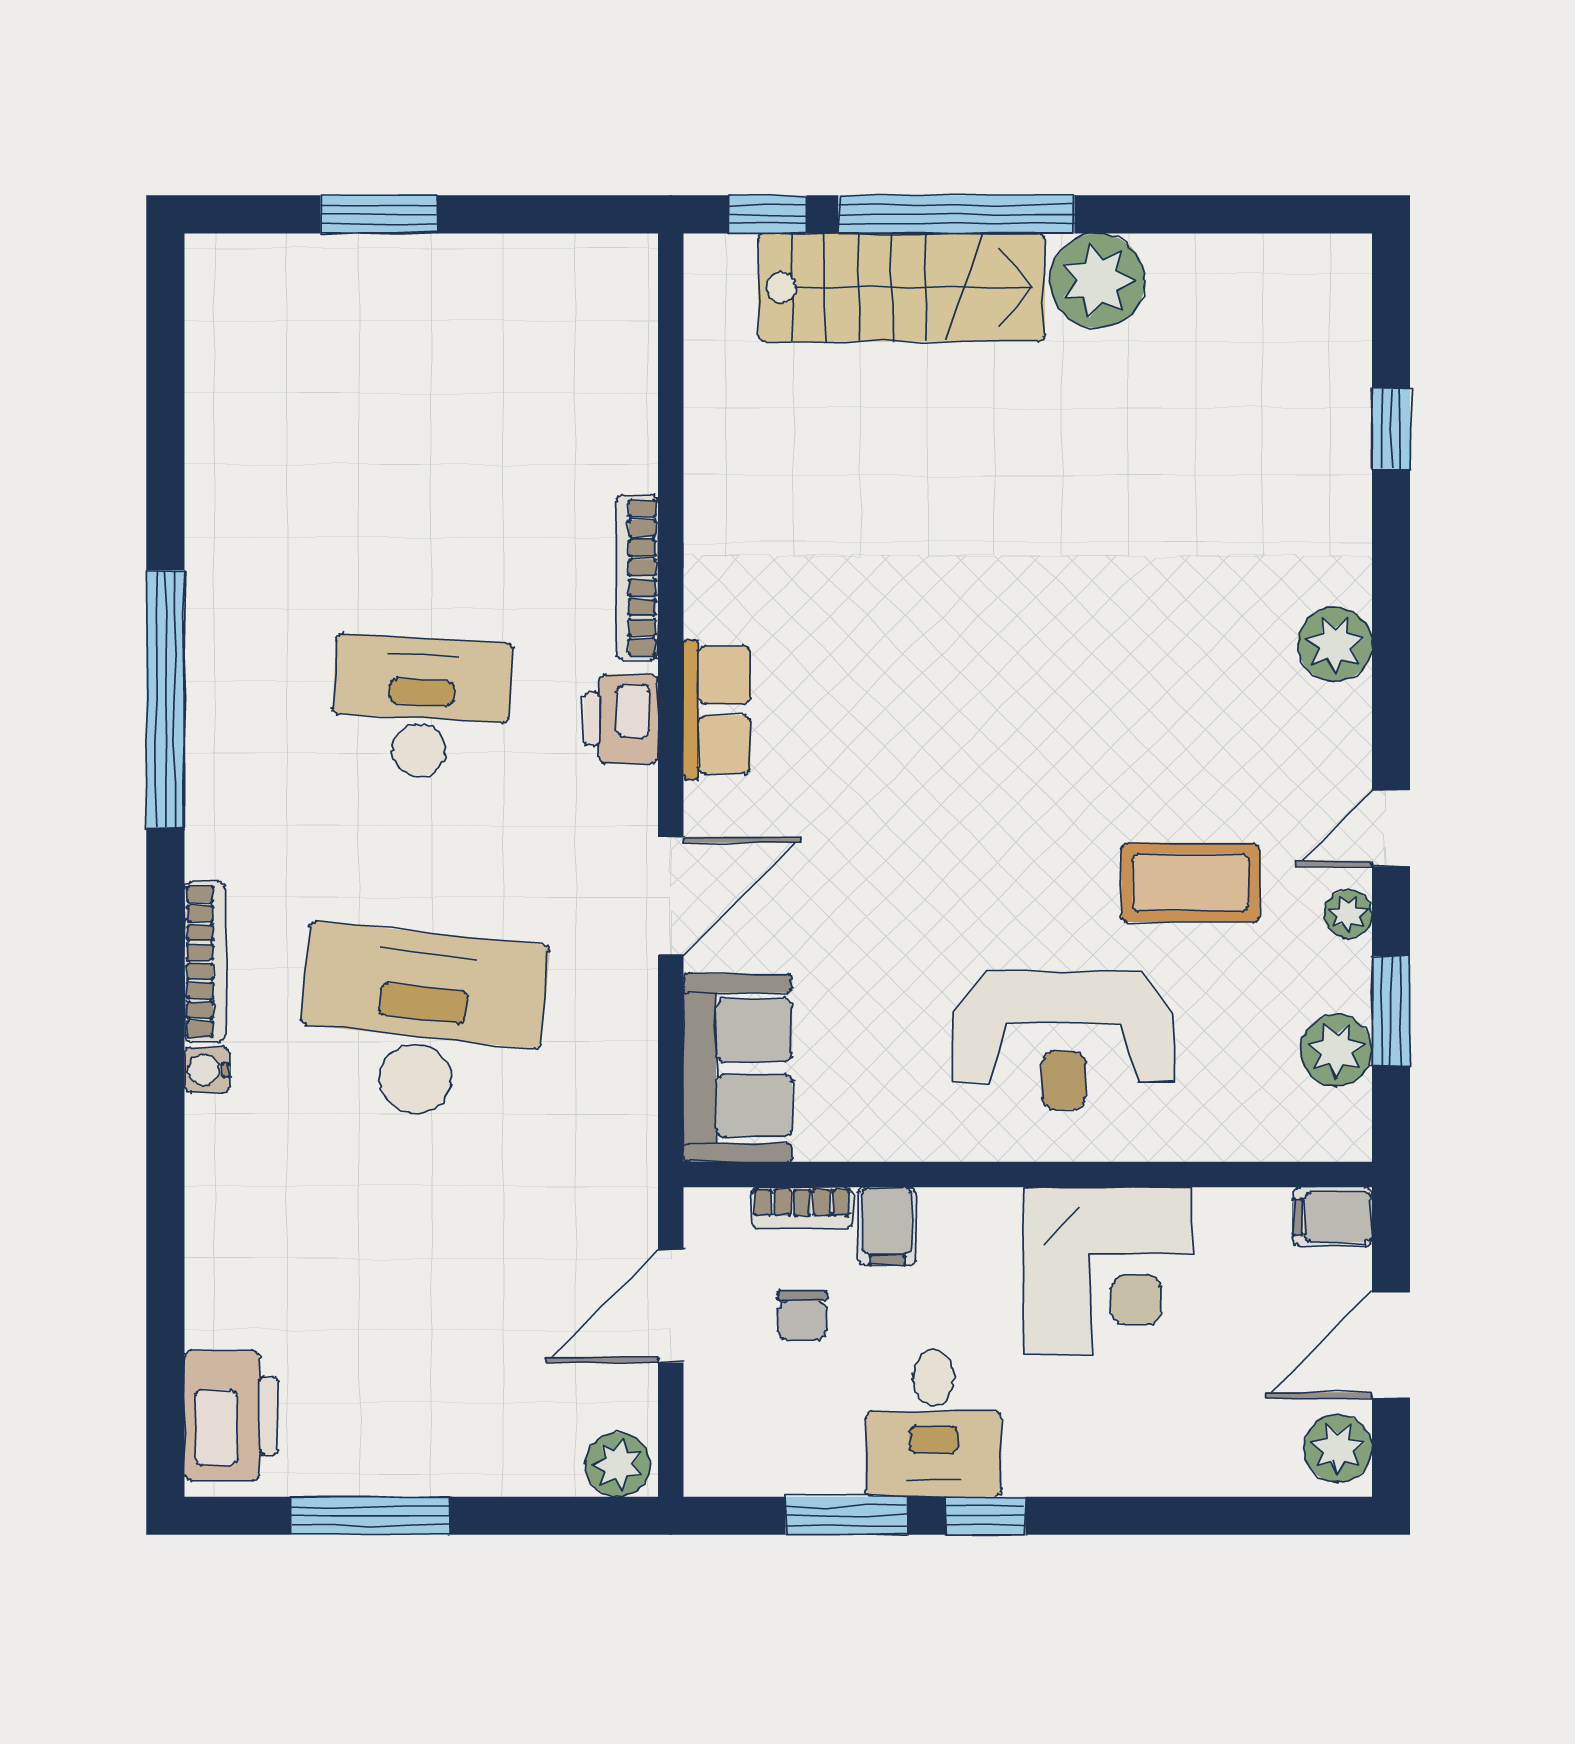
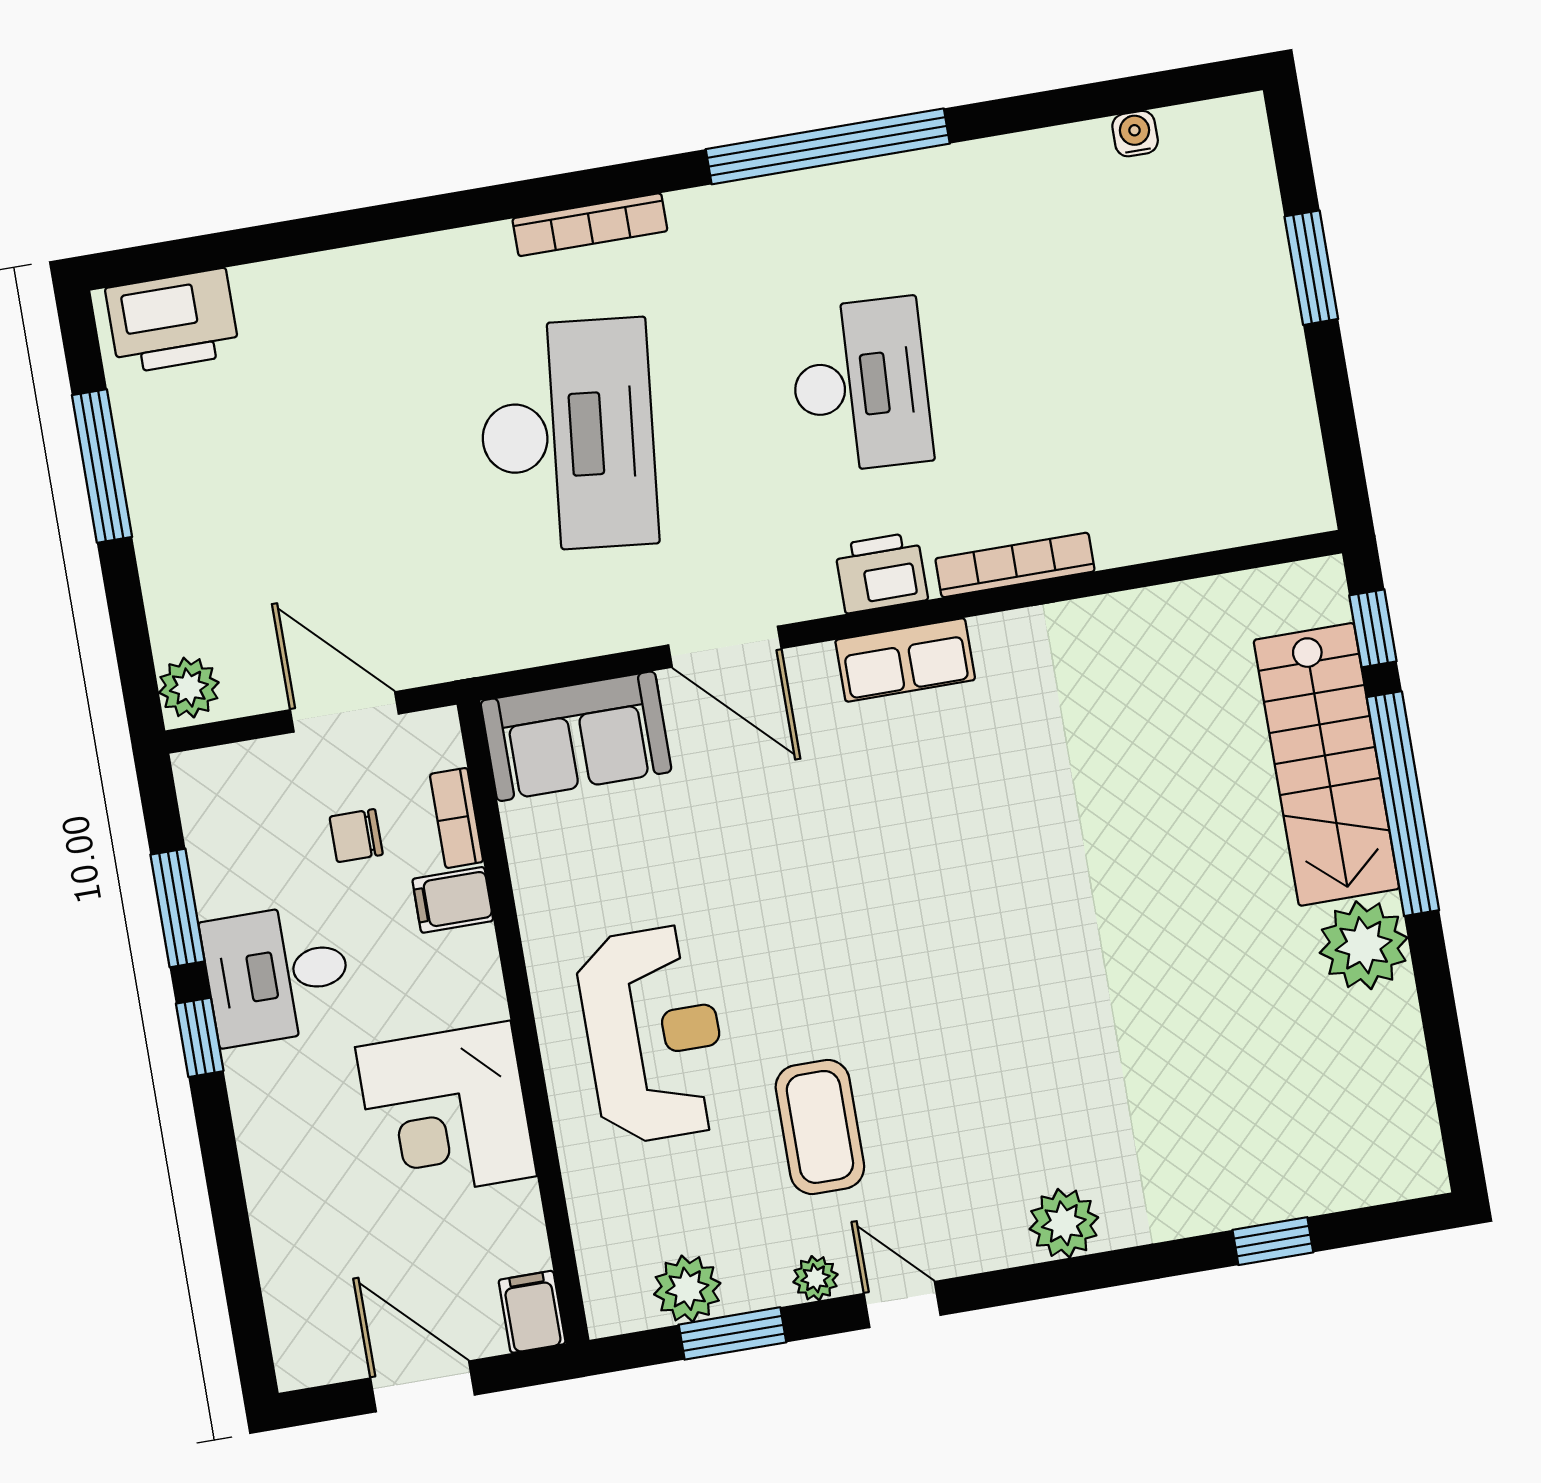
reception desk: (1064, 1040) -> (653, 1034), turned 180
water cooler: (207, 1070) -> (1135, 134), moved
plant: (1338, 1449) -> (318, 1354), removed

